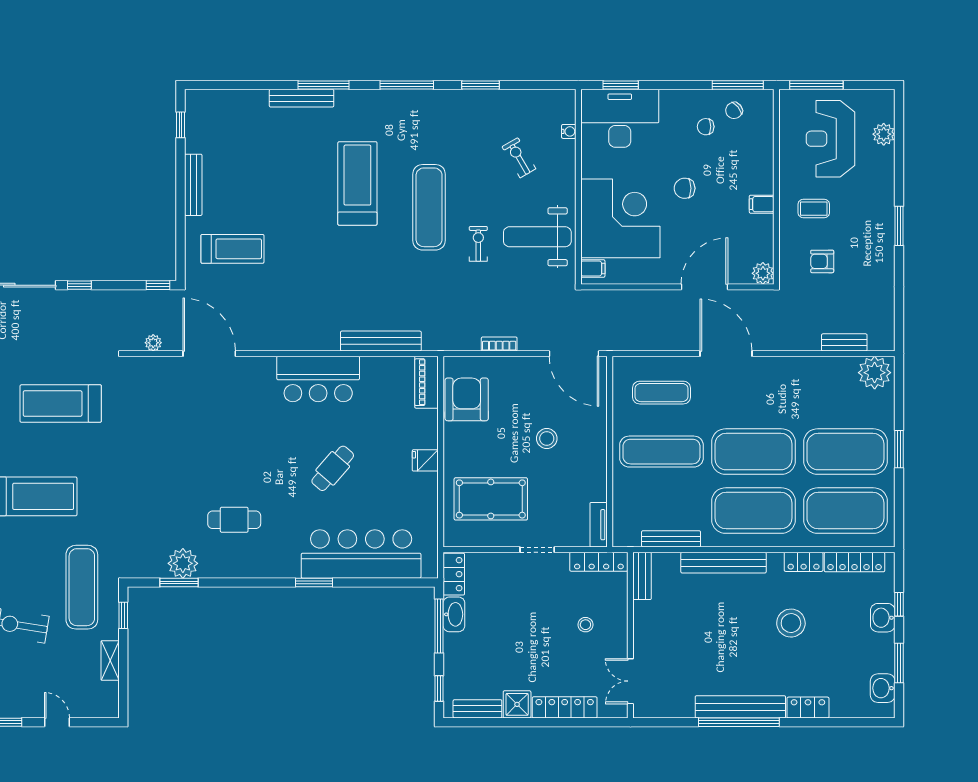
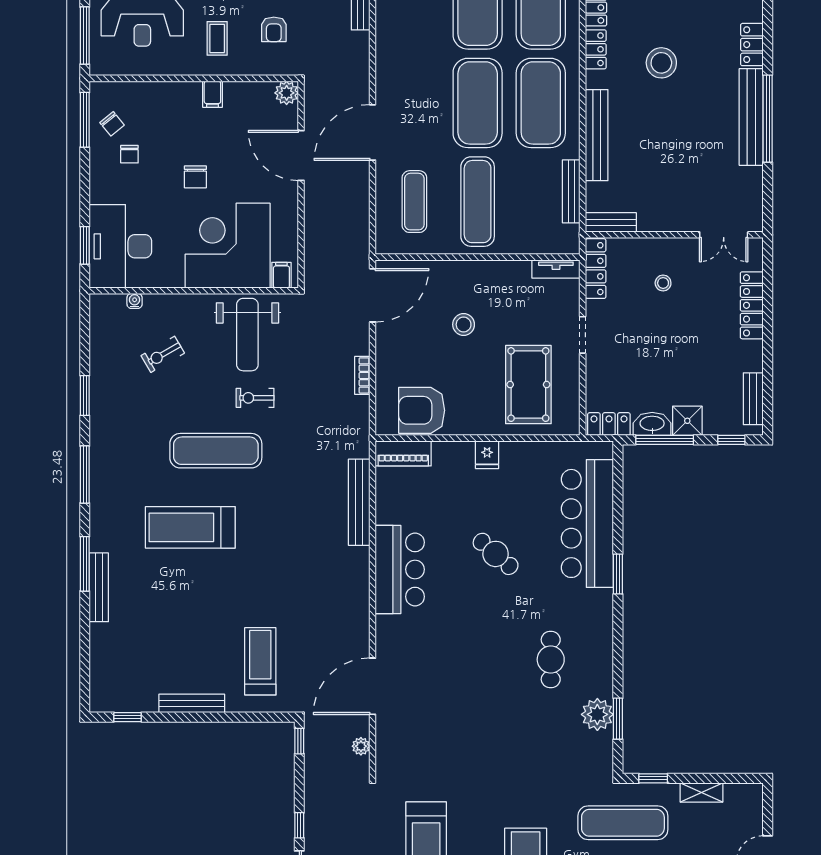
shower: (517, 704) -> (687, 421), moved

